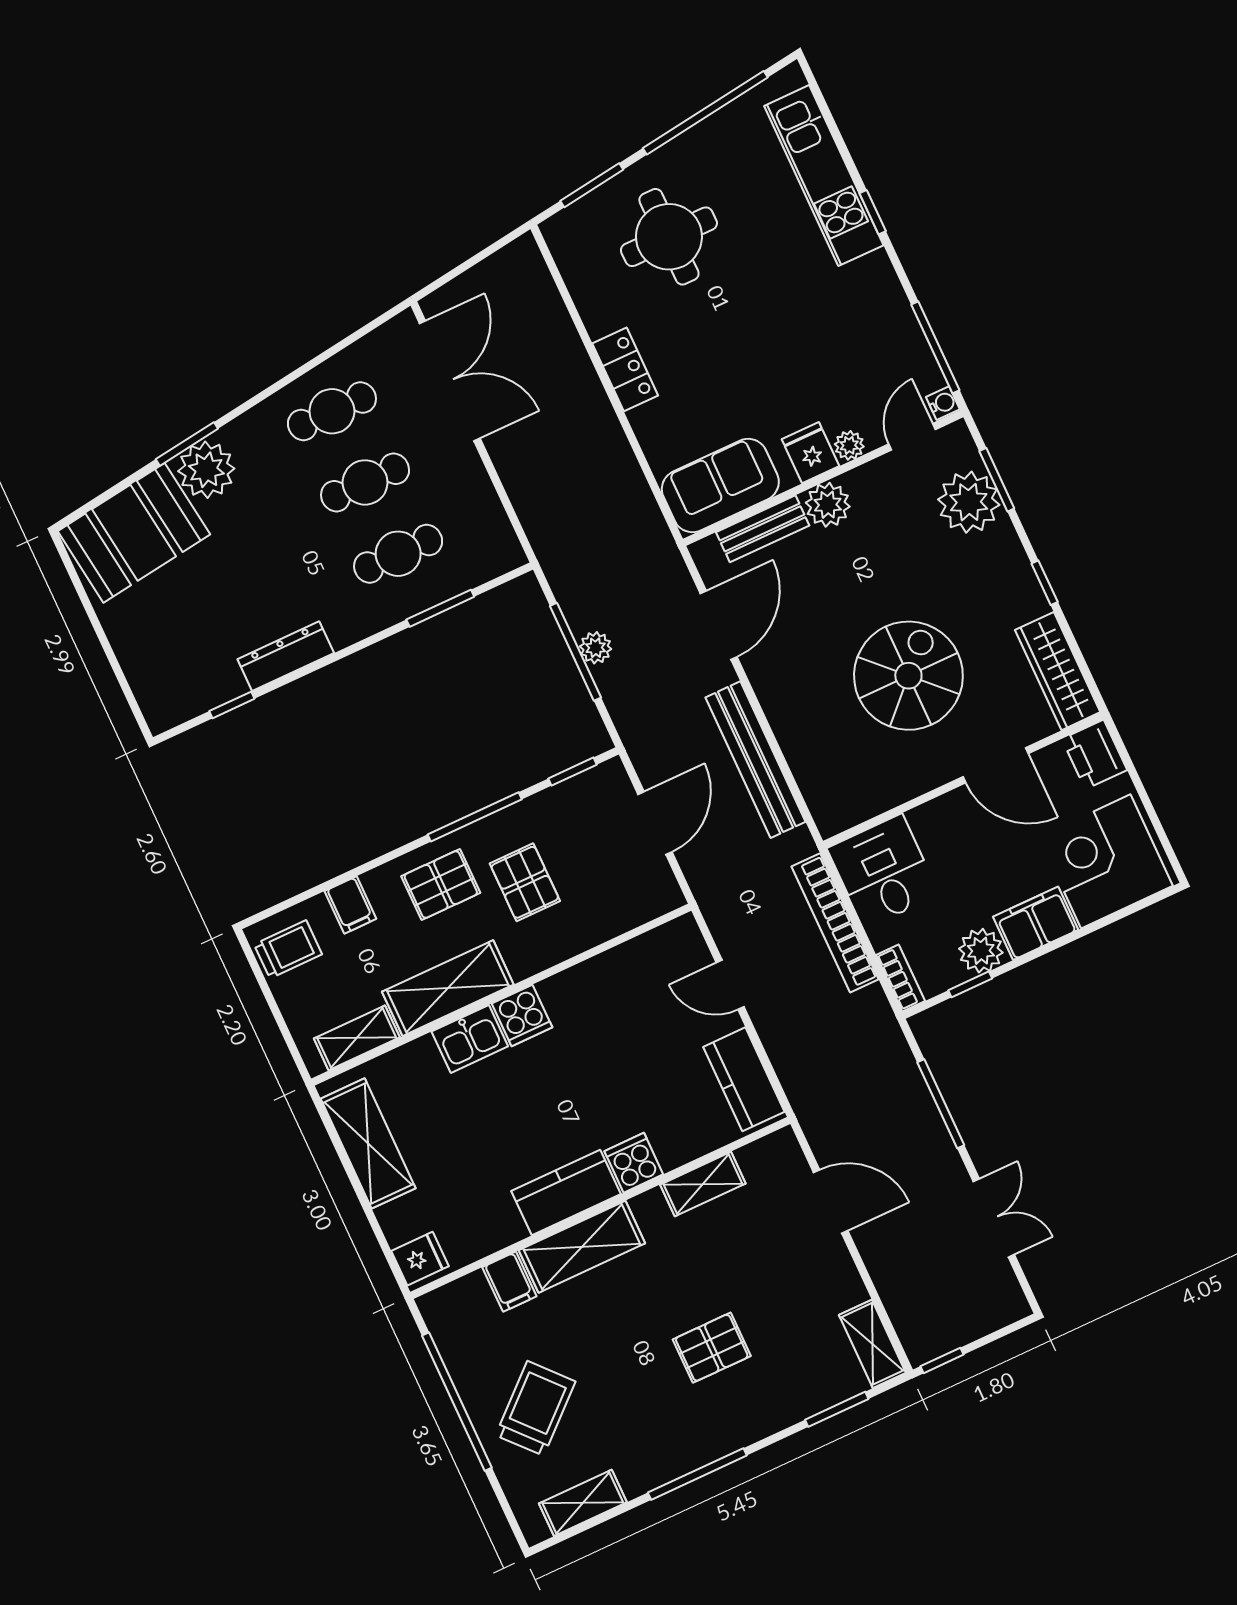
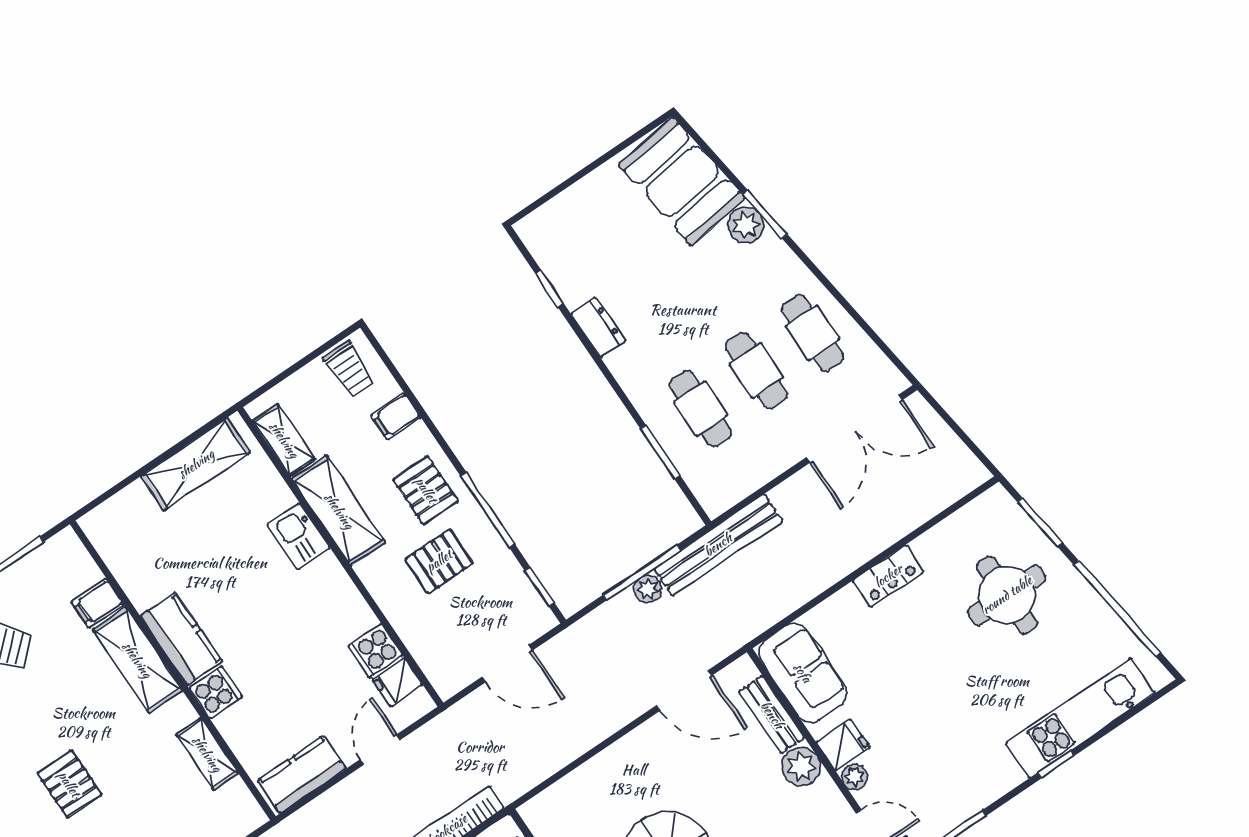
plant: (206, 470) -> (746, 225), width x0.73, depth x0.73
dresser: (286, 656) -> (598, 327), width x0.70
bench: (755, 760) -> (718, 545), moved
cooker: (522, 1015) -> (375, 651), moved
fridge: (420, 1259) -> (397, 682), moved, turned 90

